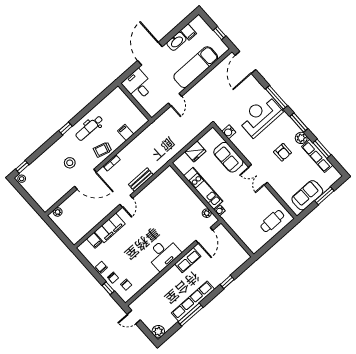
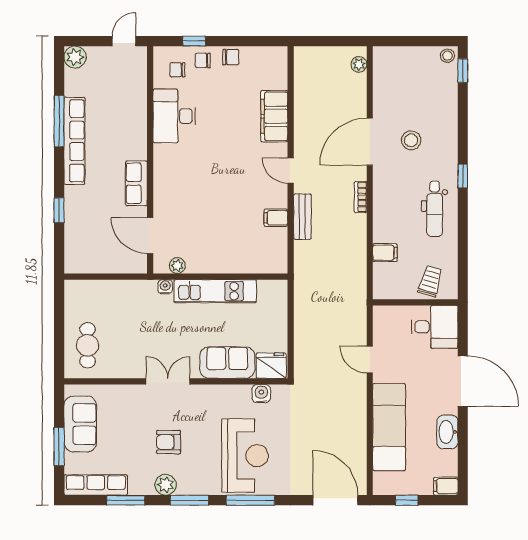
filing cabinet: (188, 32) -> (446, 486), moved
dental chair: (89, 128) -> (435, 209), turned 180
trolley: (102, 150) -> (430, 281), moved
fridge: (195, 152) -> (271, 366), moved, turned 90
row of seats: (317, 156) -> (96, 485), moved
filing cabinet: (94, 240) -> (276, 218), moved
desk: (163, 254) -> (174, 116), moved

